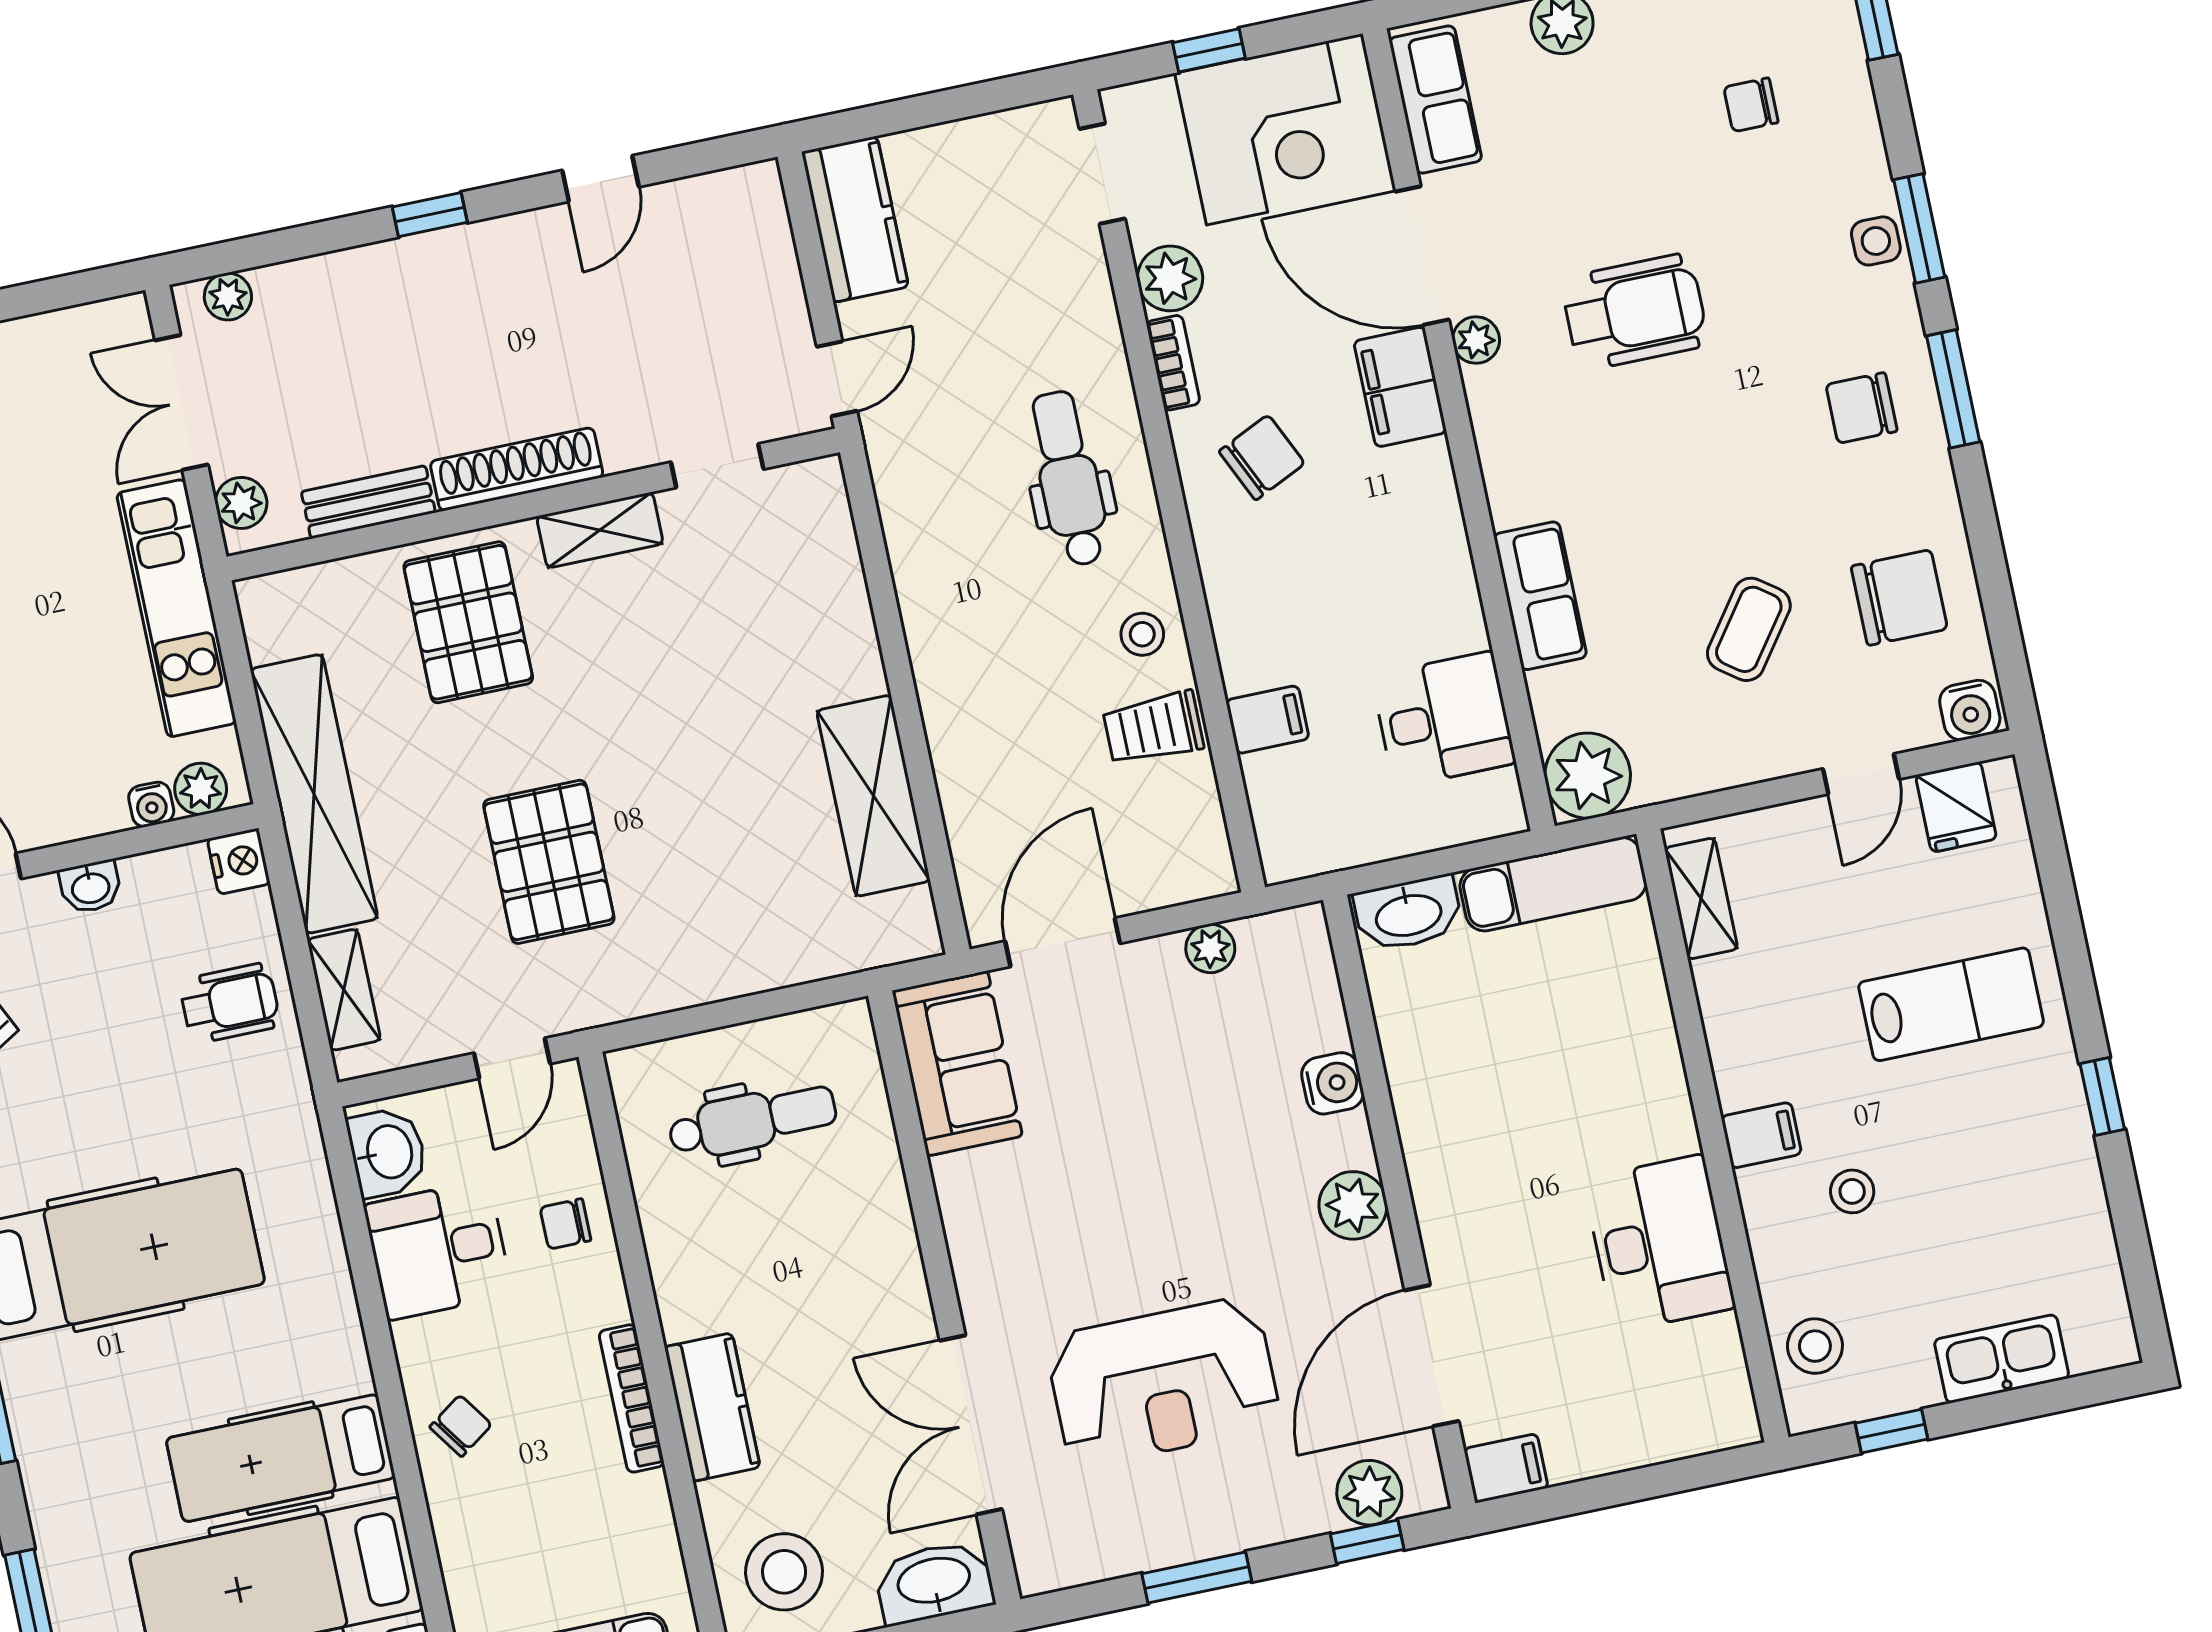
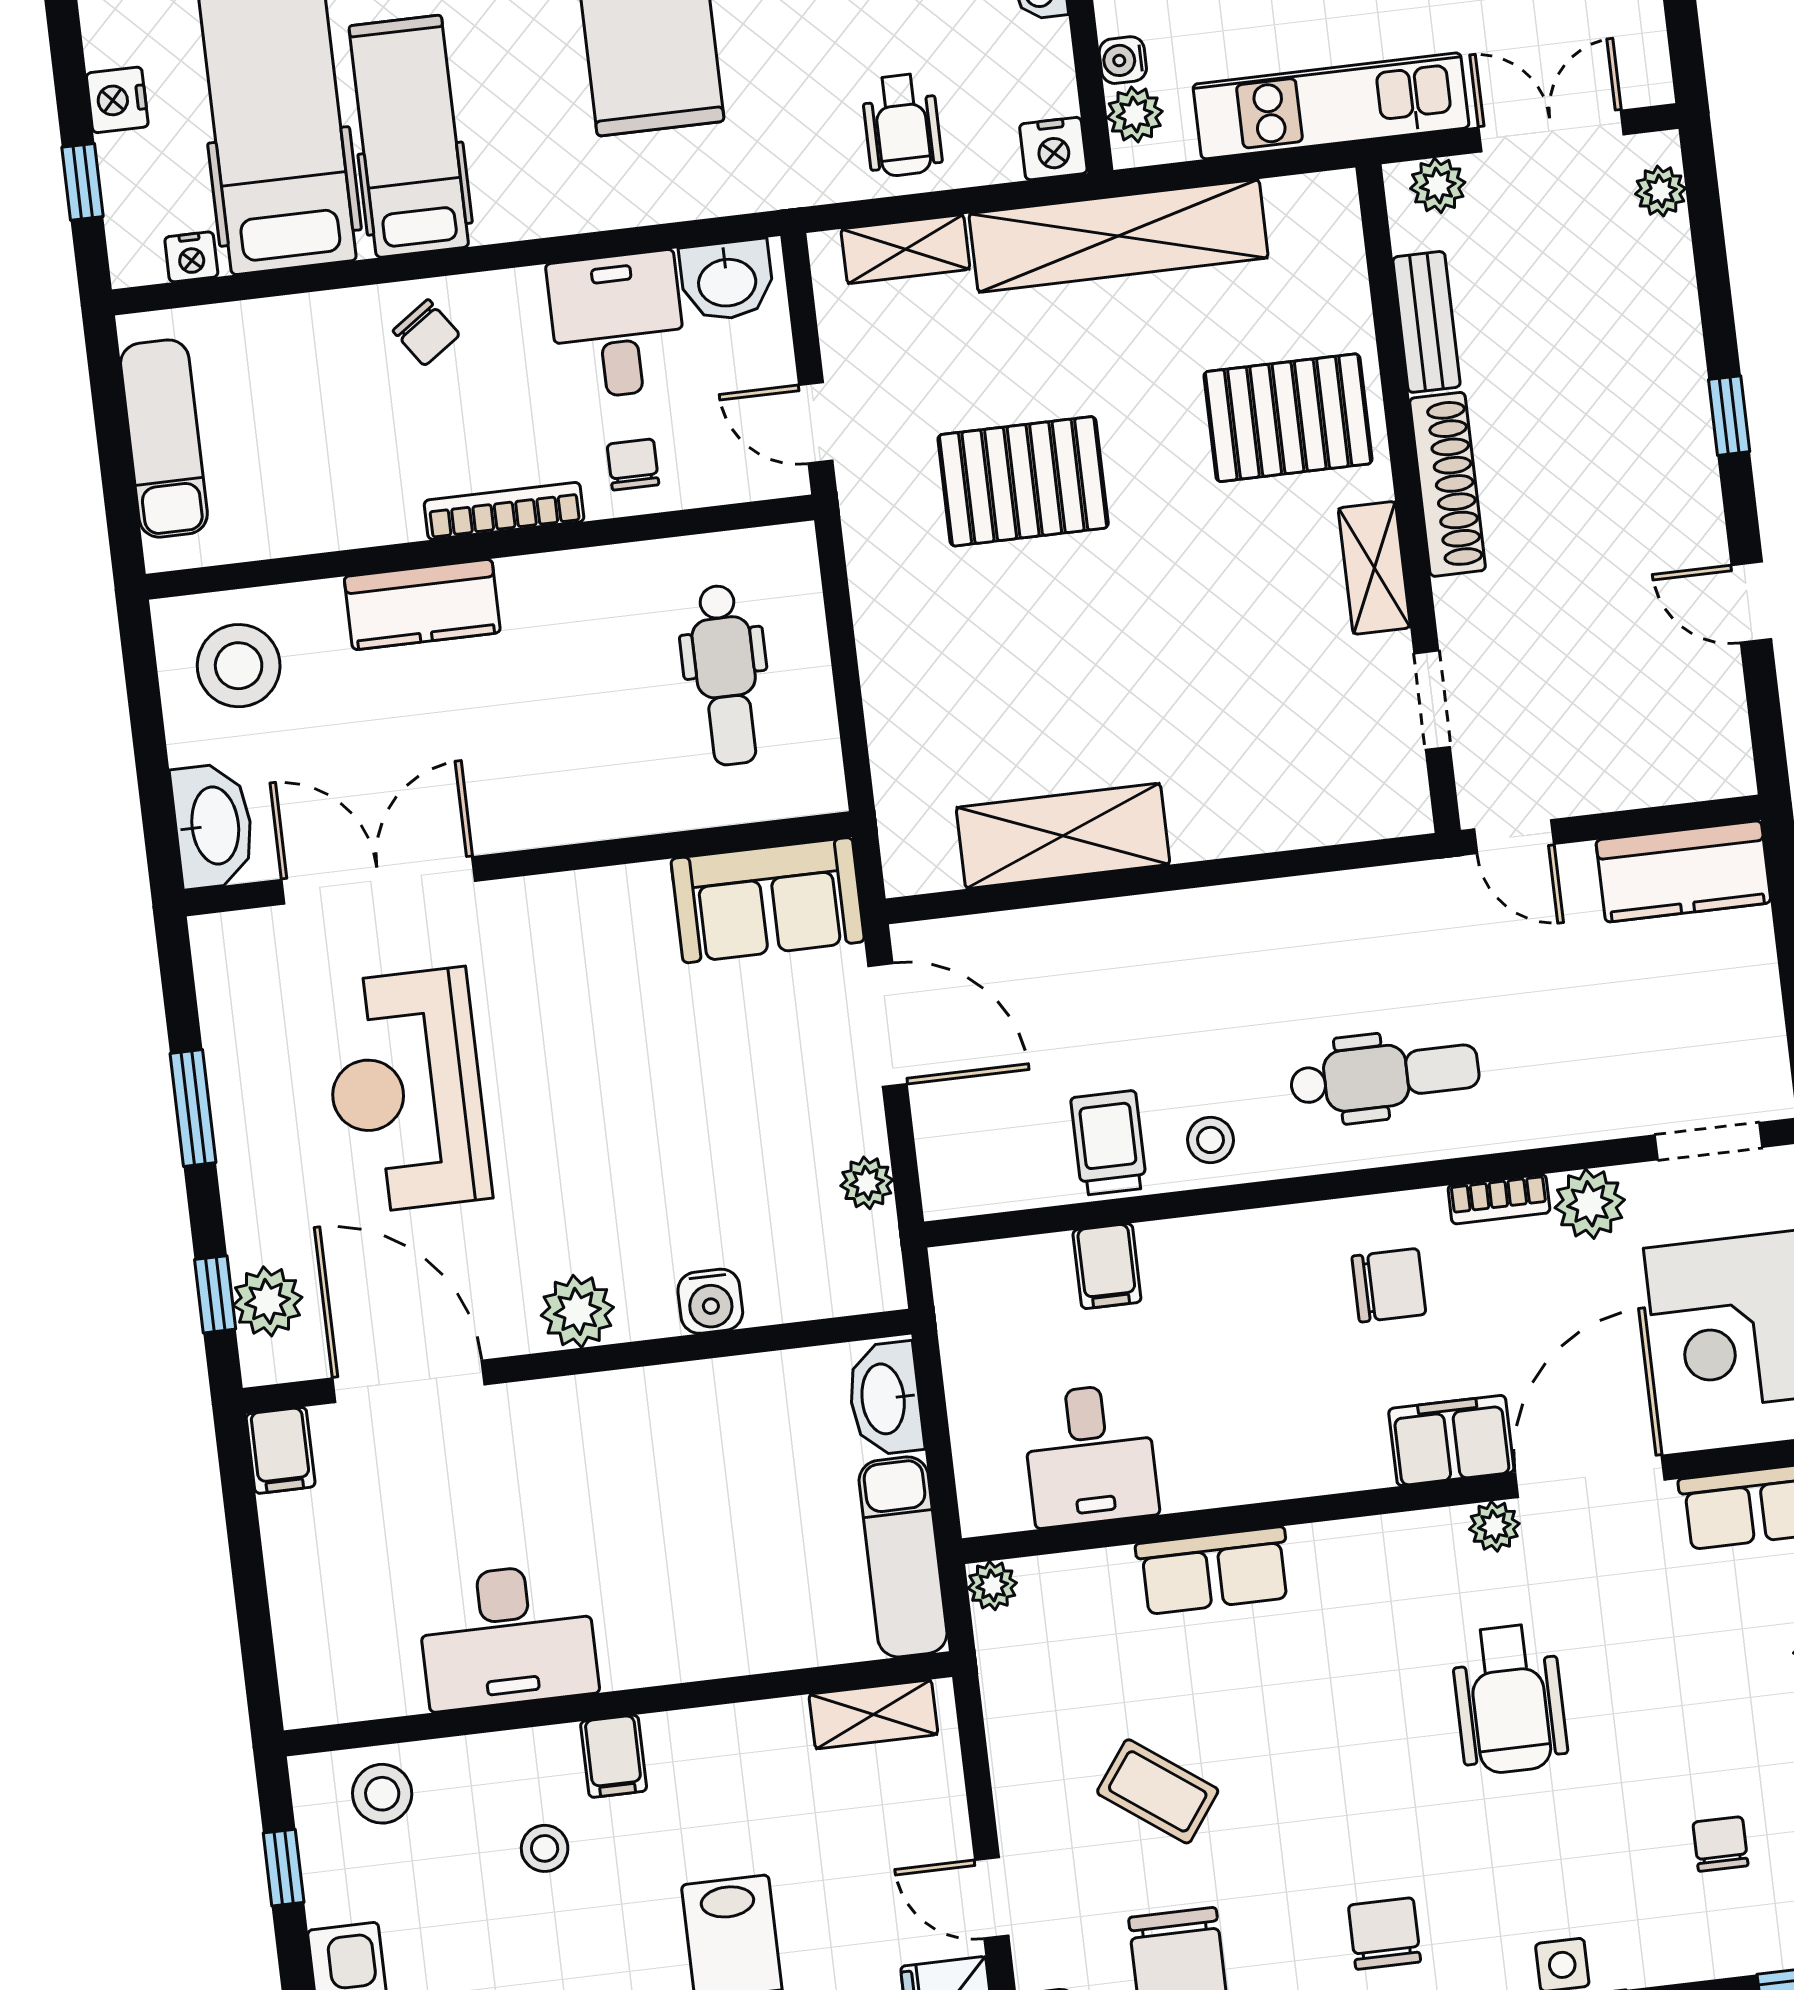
chair: (1262, 457) -> (1389, 1285), turned -65
plant: (1588, 776) -> (992, 1586), width x0.53, depth x0.53
bookcase: (632, 1398) -> (504, 511), moved

